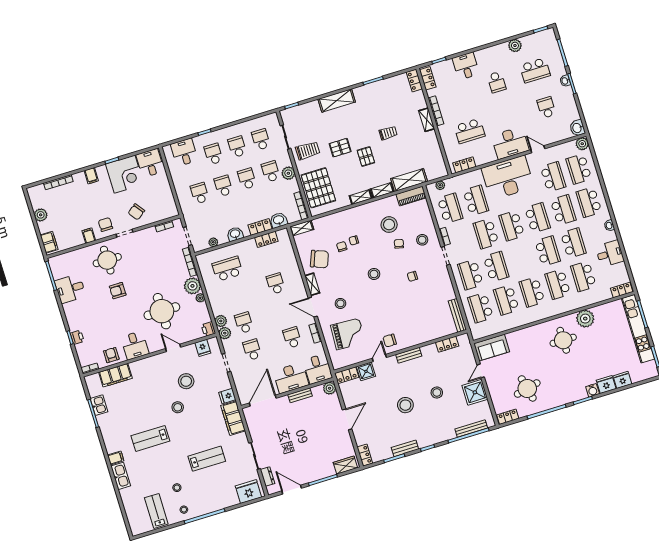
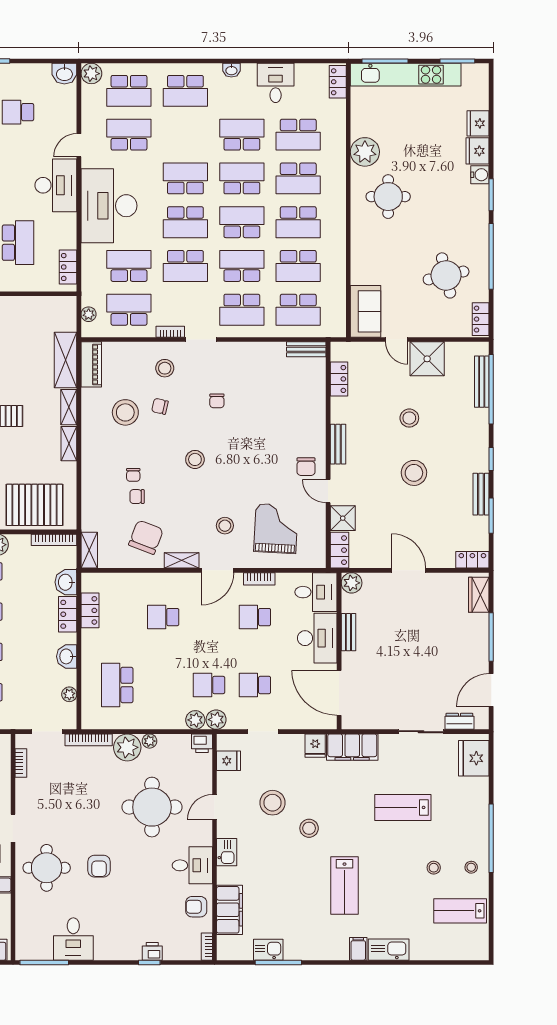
school desk: (563, 210) -> (242, 222), moved
bench: (457, 315) -> (306, 349), width x0.73
kitchen sink: (149, 363) -> (227, 852), added
lab bench: (207, 459) -> (403, 807), turned -90

